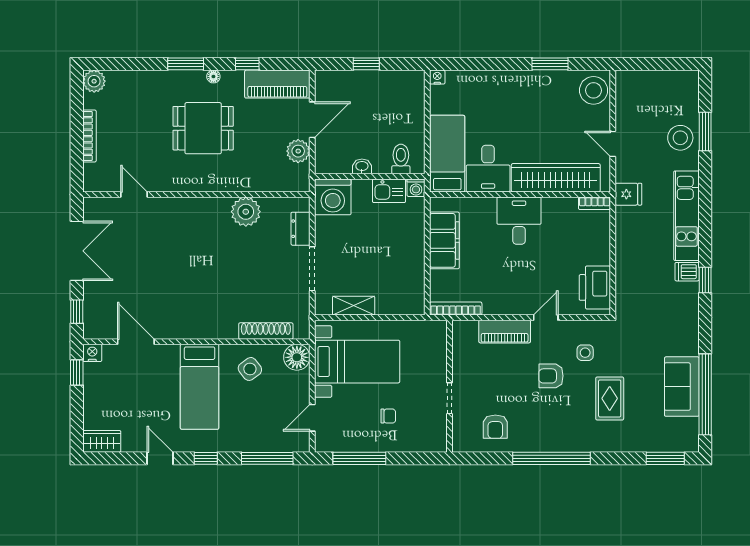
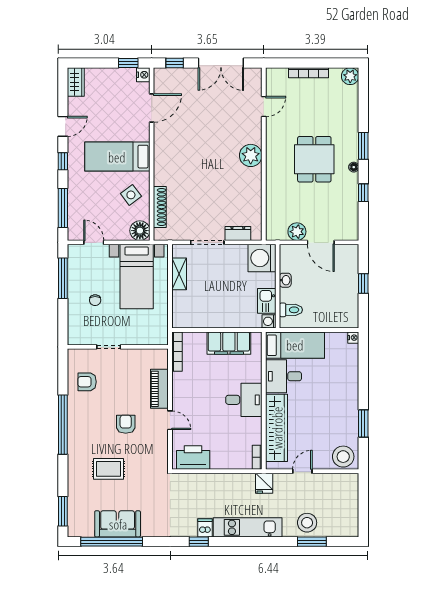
piano: (277, 84) -> (348, 216), removed
plant: (246, 212) -> (251, 155), moved
side table: (585, 353) -> (143, 450), removed

